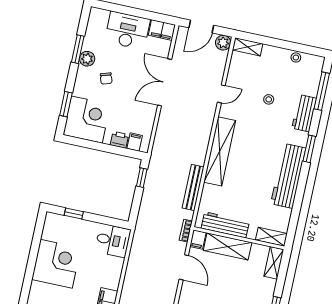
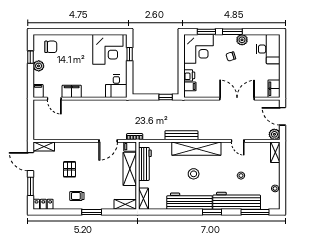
desk: (127, 31) -> (268, 49), moved
window: (78, 49) -> (232, 32), moved
workbench: (304, 113) -> (237, 201), width x1.88, depth x1.32
stool: (253, 162) -> (194, 174), added
bench: (193, 187) -> (181, 135), moved
corner desk: (56, 264) -> (108, 49), moved

